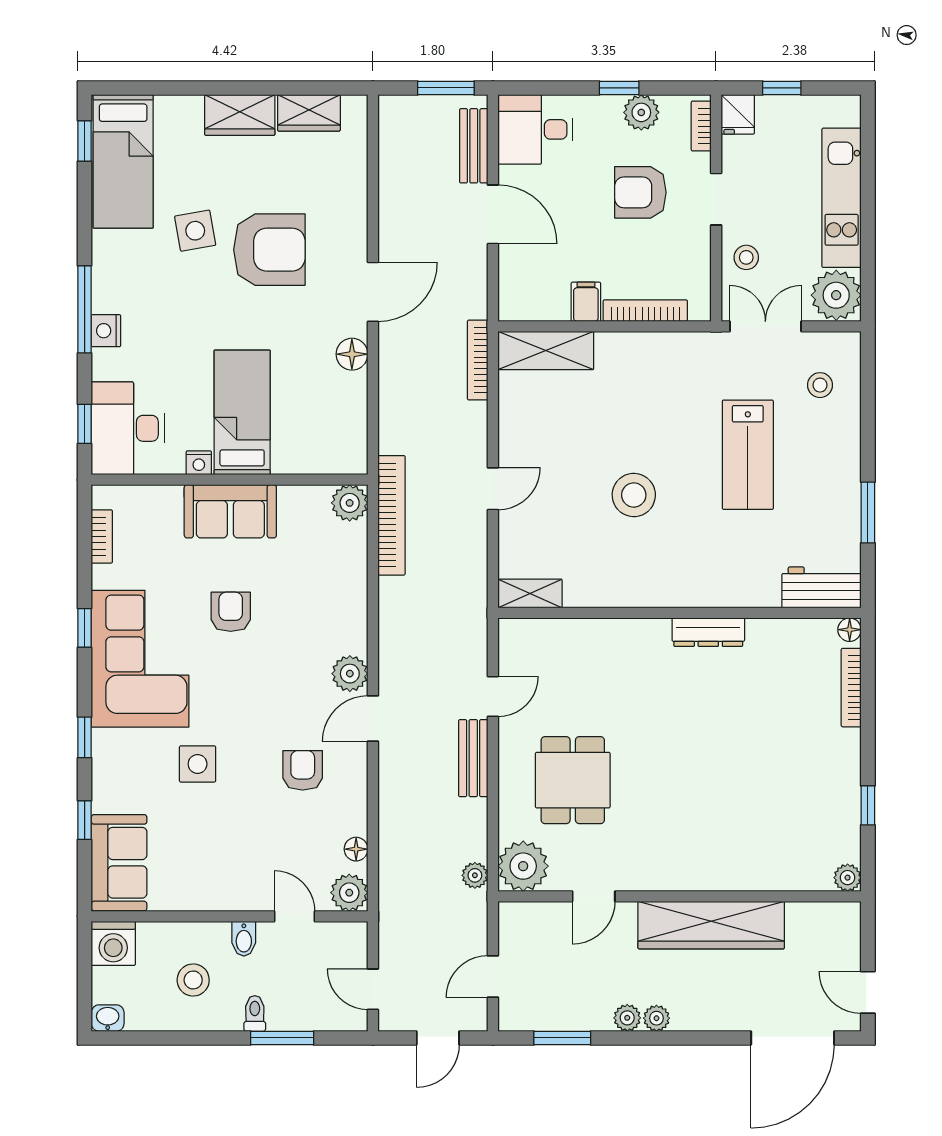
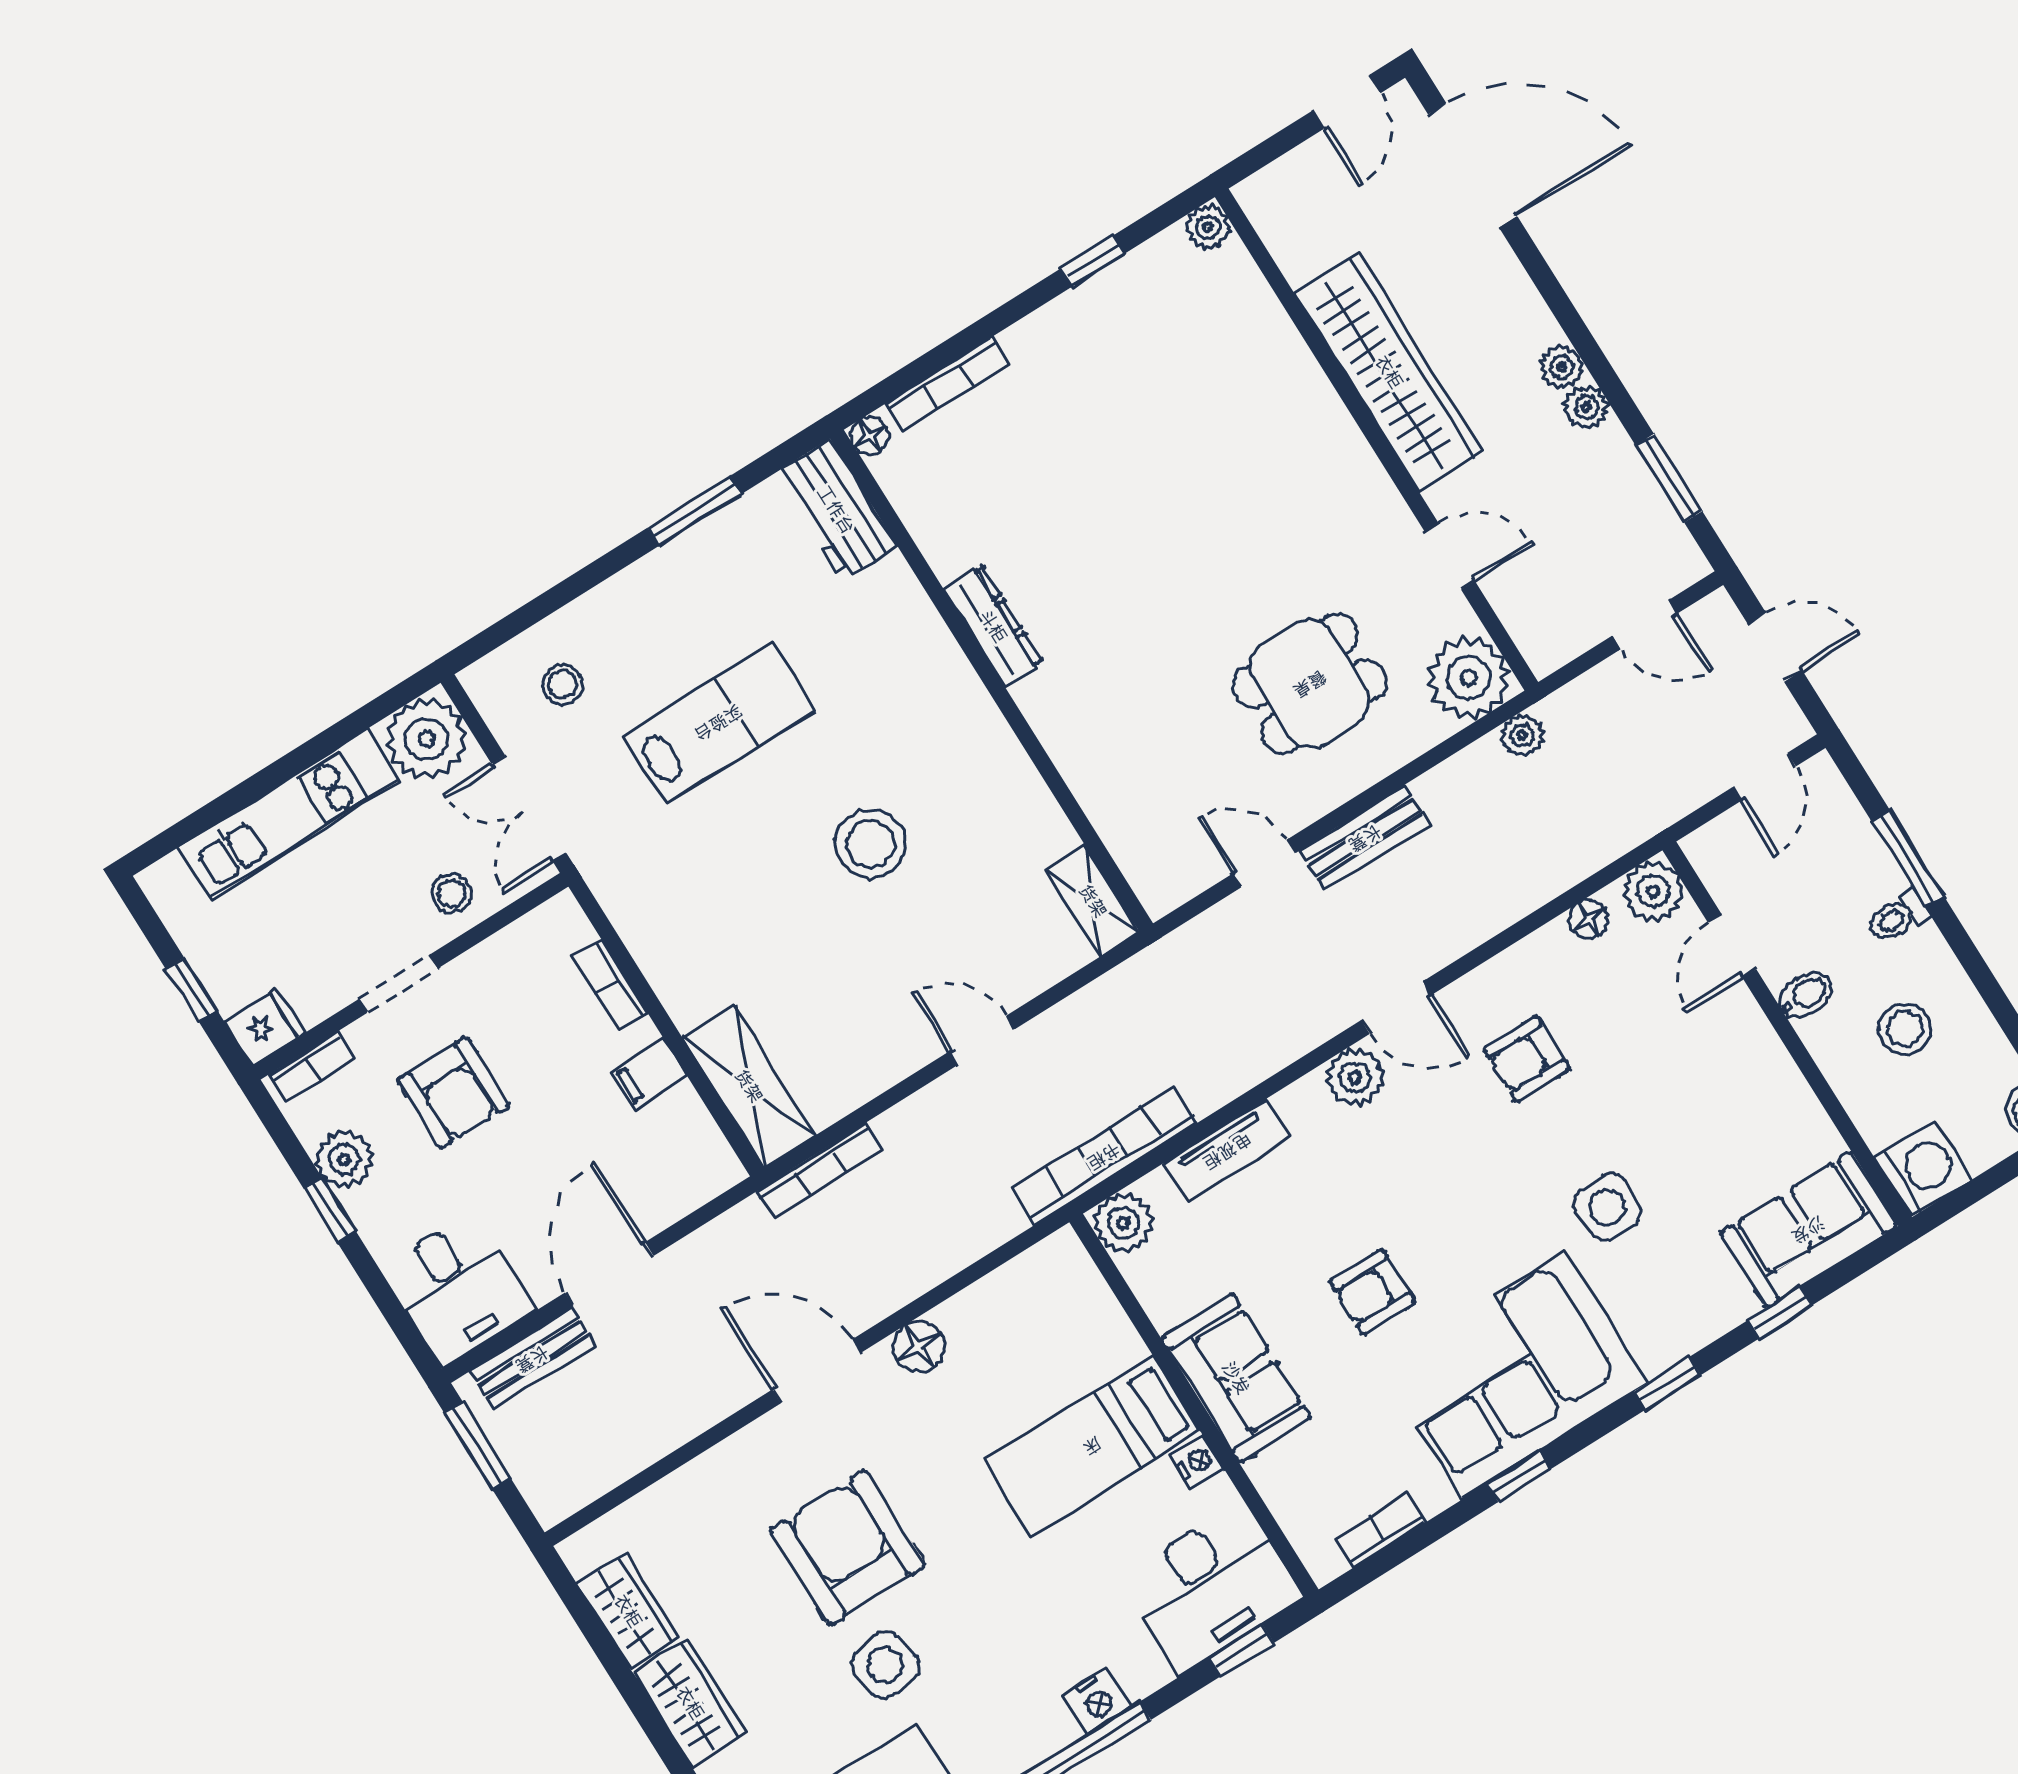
bookcase: (645, 311) -> (610, 985), width x0.64
tv unit: (353, 581) -> (1227, 1151), added

